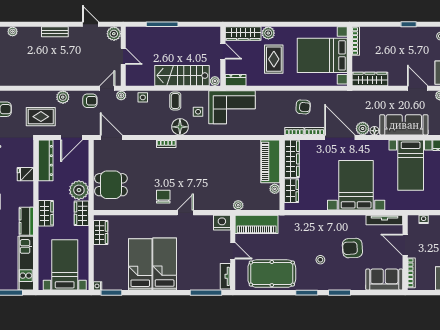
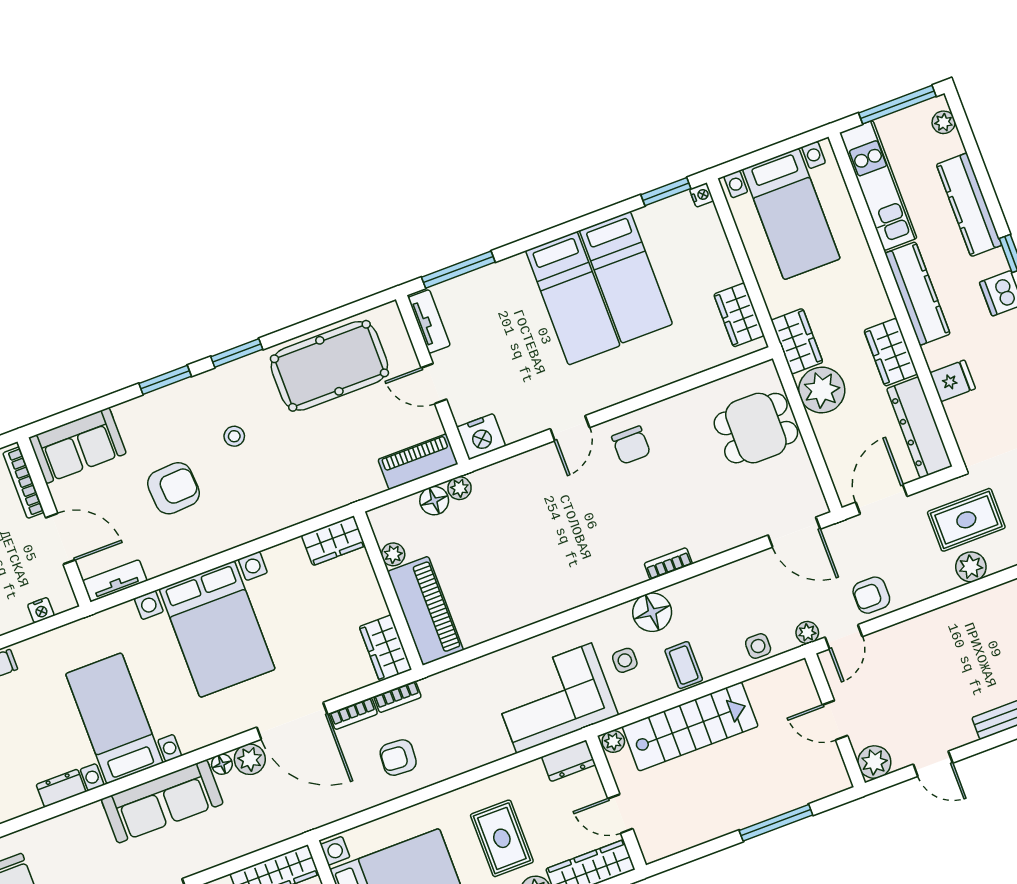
plant: (63, 97) -> (971, 567), moved
wardrobe: (292, 159) -> (385, 648), width x0.67
wardrobe: (291, 191) -> (333, 541), moved, turned -90
floor lamp: (250, 204) -> (434, 501), added
wardrobe: (46, 213) -> (891, 352), moved
tv unit: (384, 220) -> (115, 581), width x0.71
kitchen counter: (26, 221) -> (917, 294), width x1.50
piano: (257, 224) -> (418, 462), width x0.73, depth x0.75

